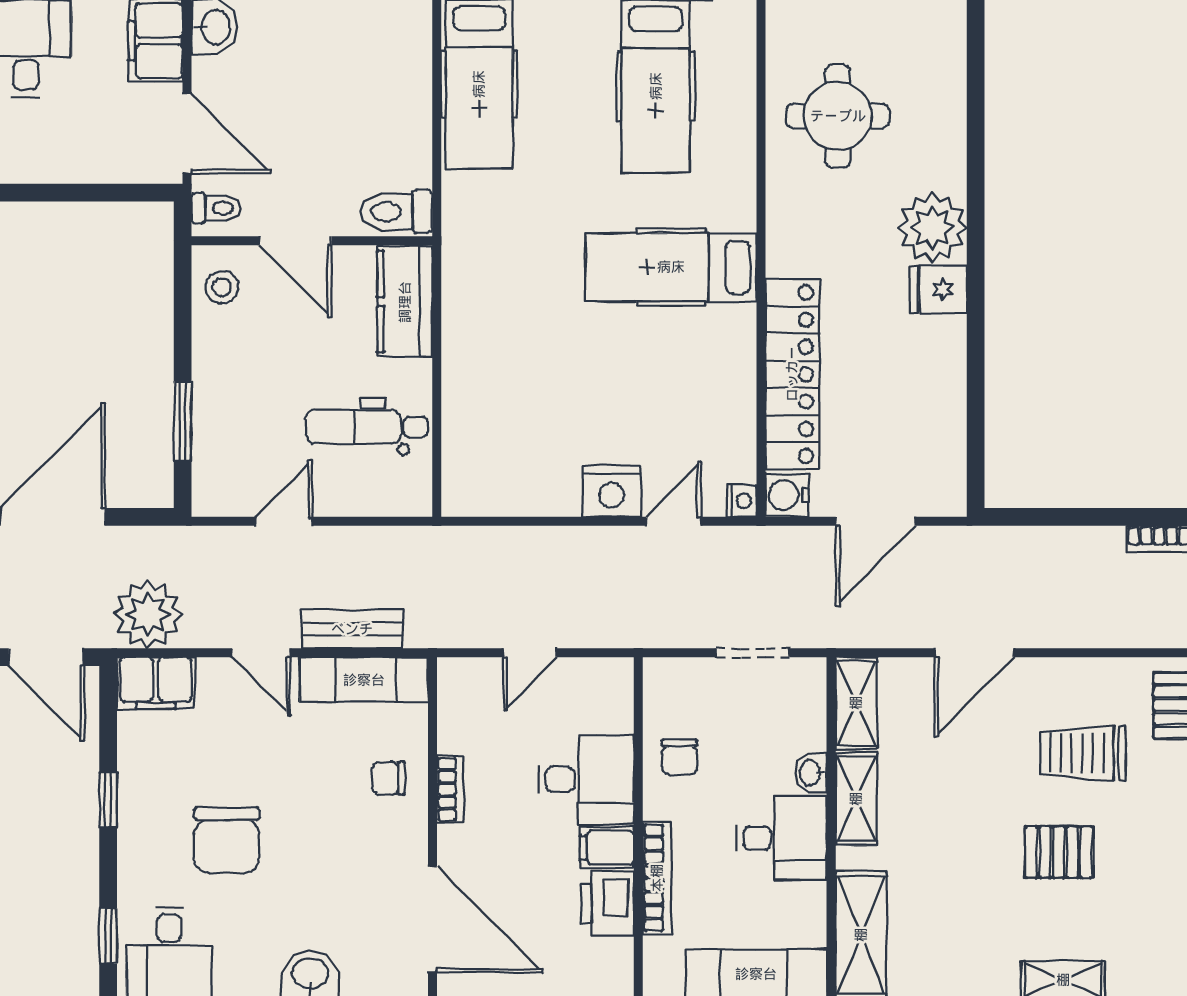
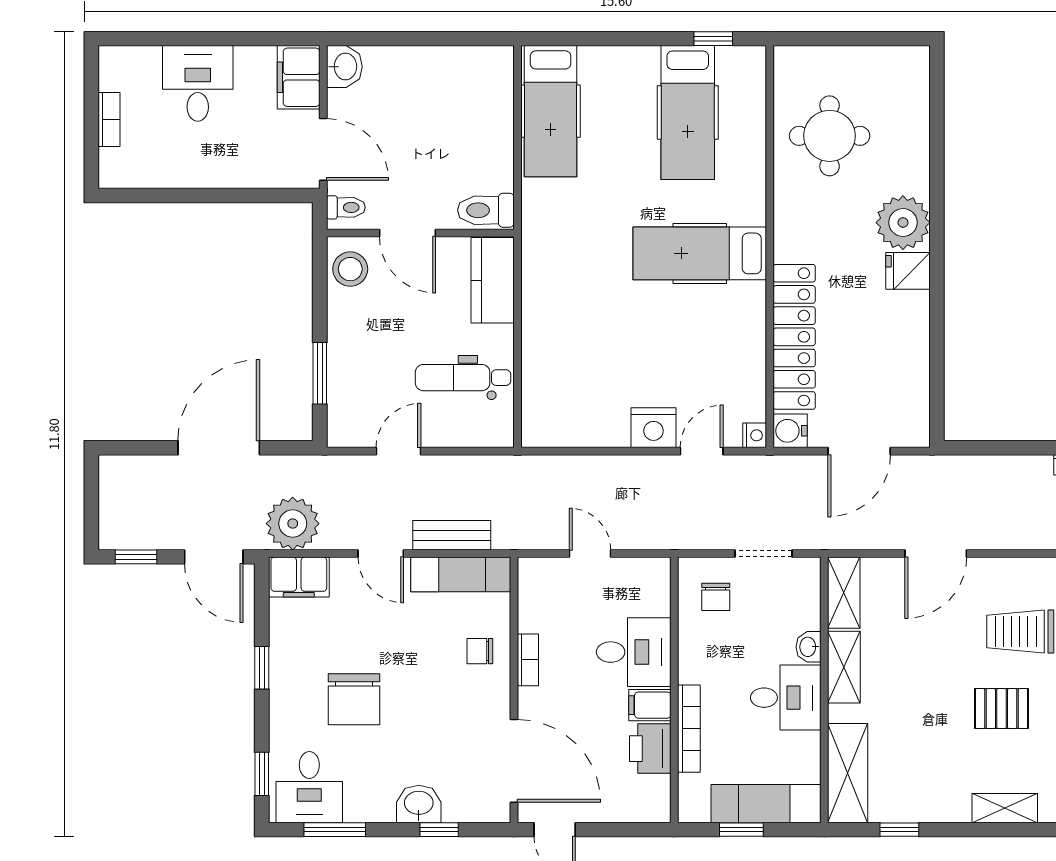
stool: (222, 287) -> (350, 269), width x1.37, depth x1.37
door: (530, 653) -> (590, 553), swing flipped
chair: (679, 757) -> (716, 597), moved

